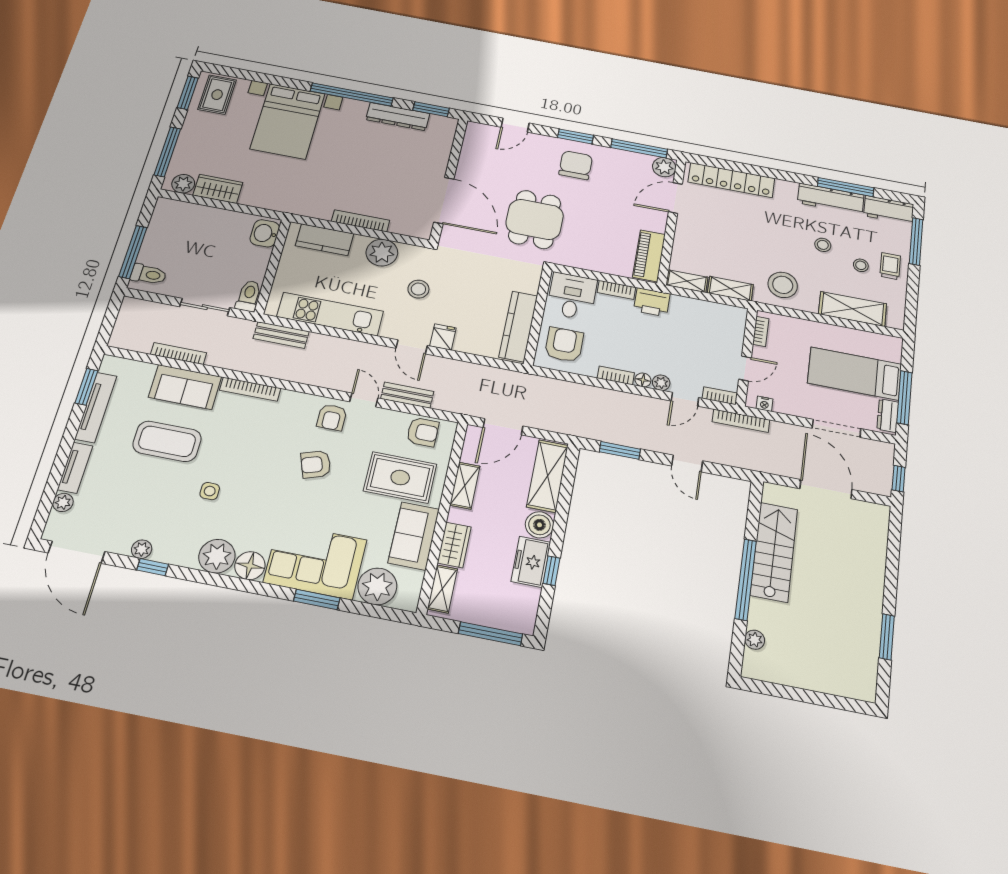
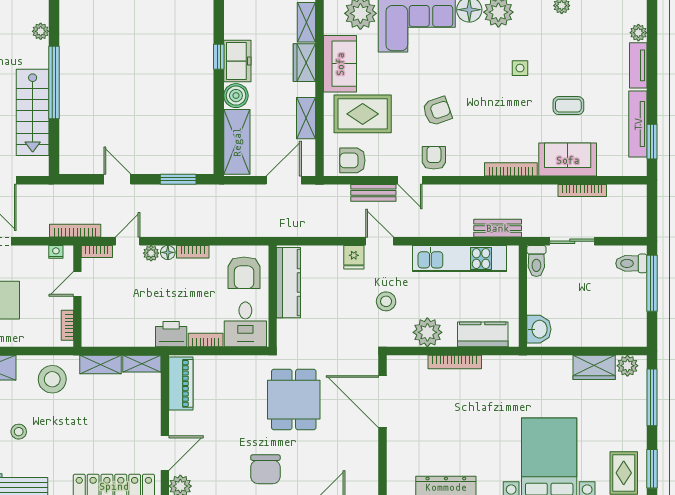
coffee table: (167, 441) -> (568, 106), width x0.54, depth x0.58

